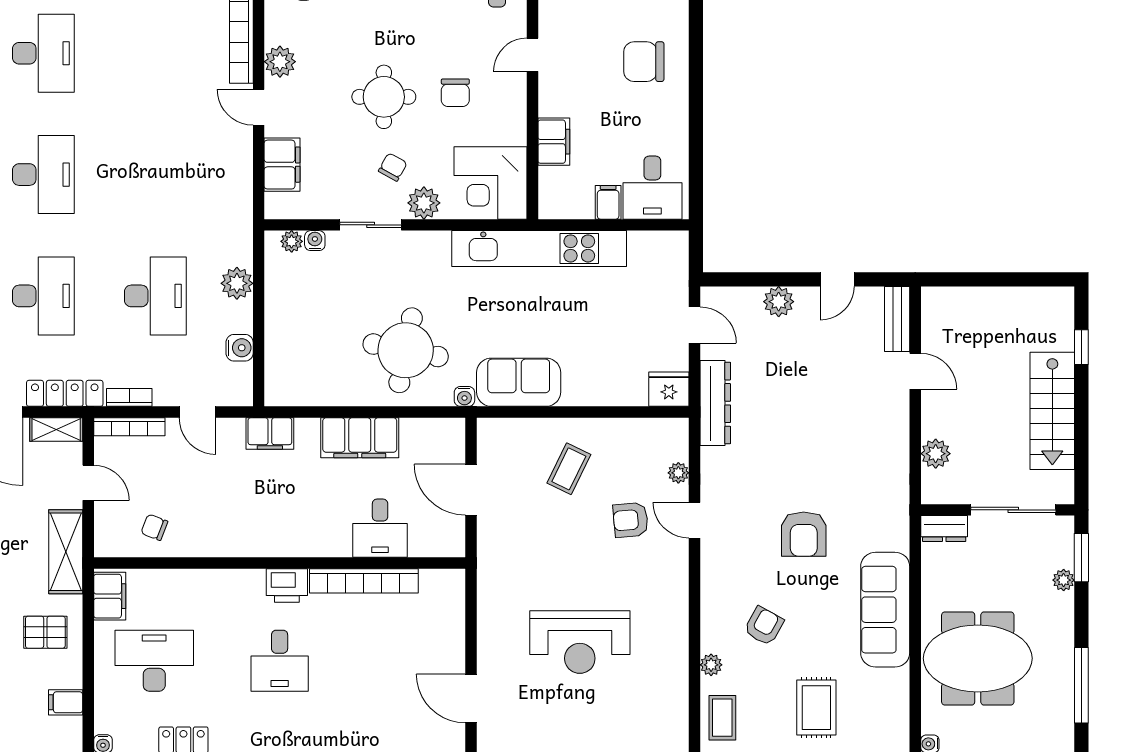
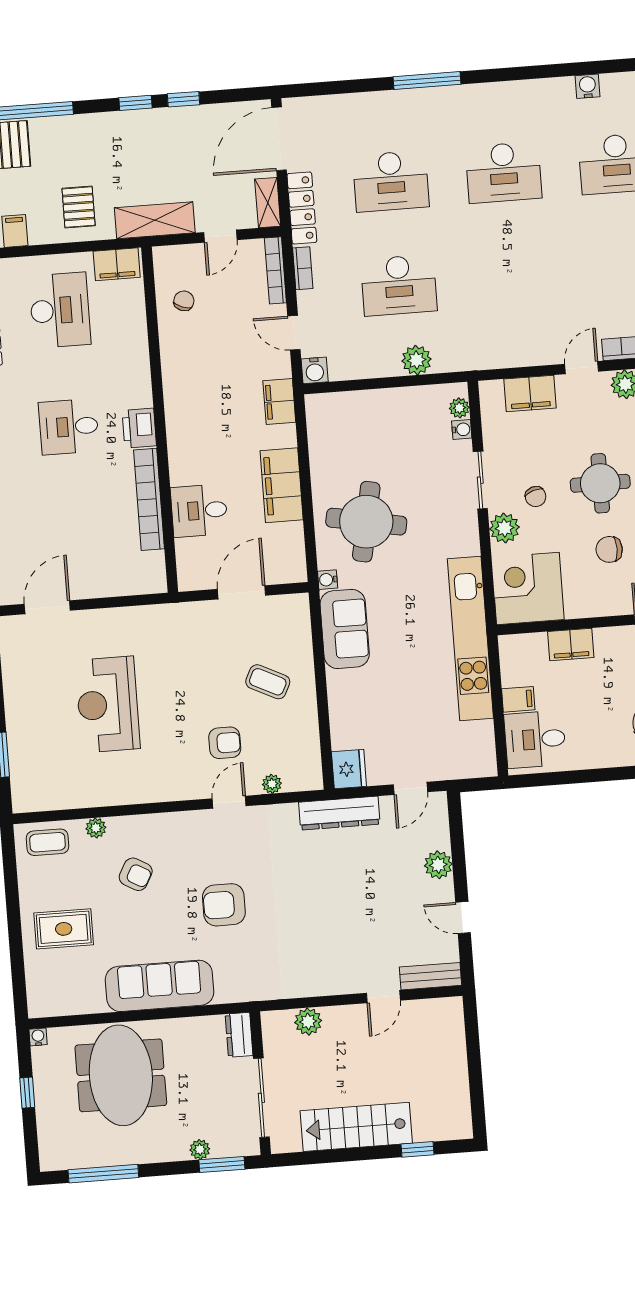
chair: (393, 167) -> (536, 497), turned 43
water cooler: (240, 348) -> (315, 370), moved
door: (198, 412) -> (294, 333), hinge flipped
armchair: (631, 520) -> (225, 743), turned 95

